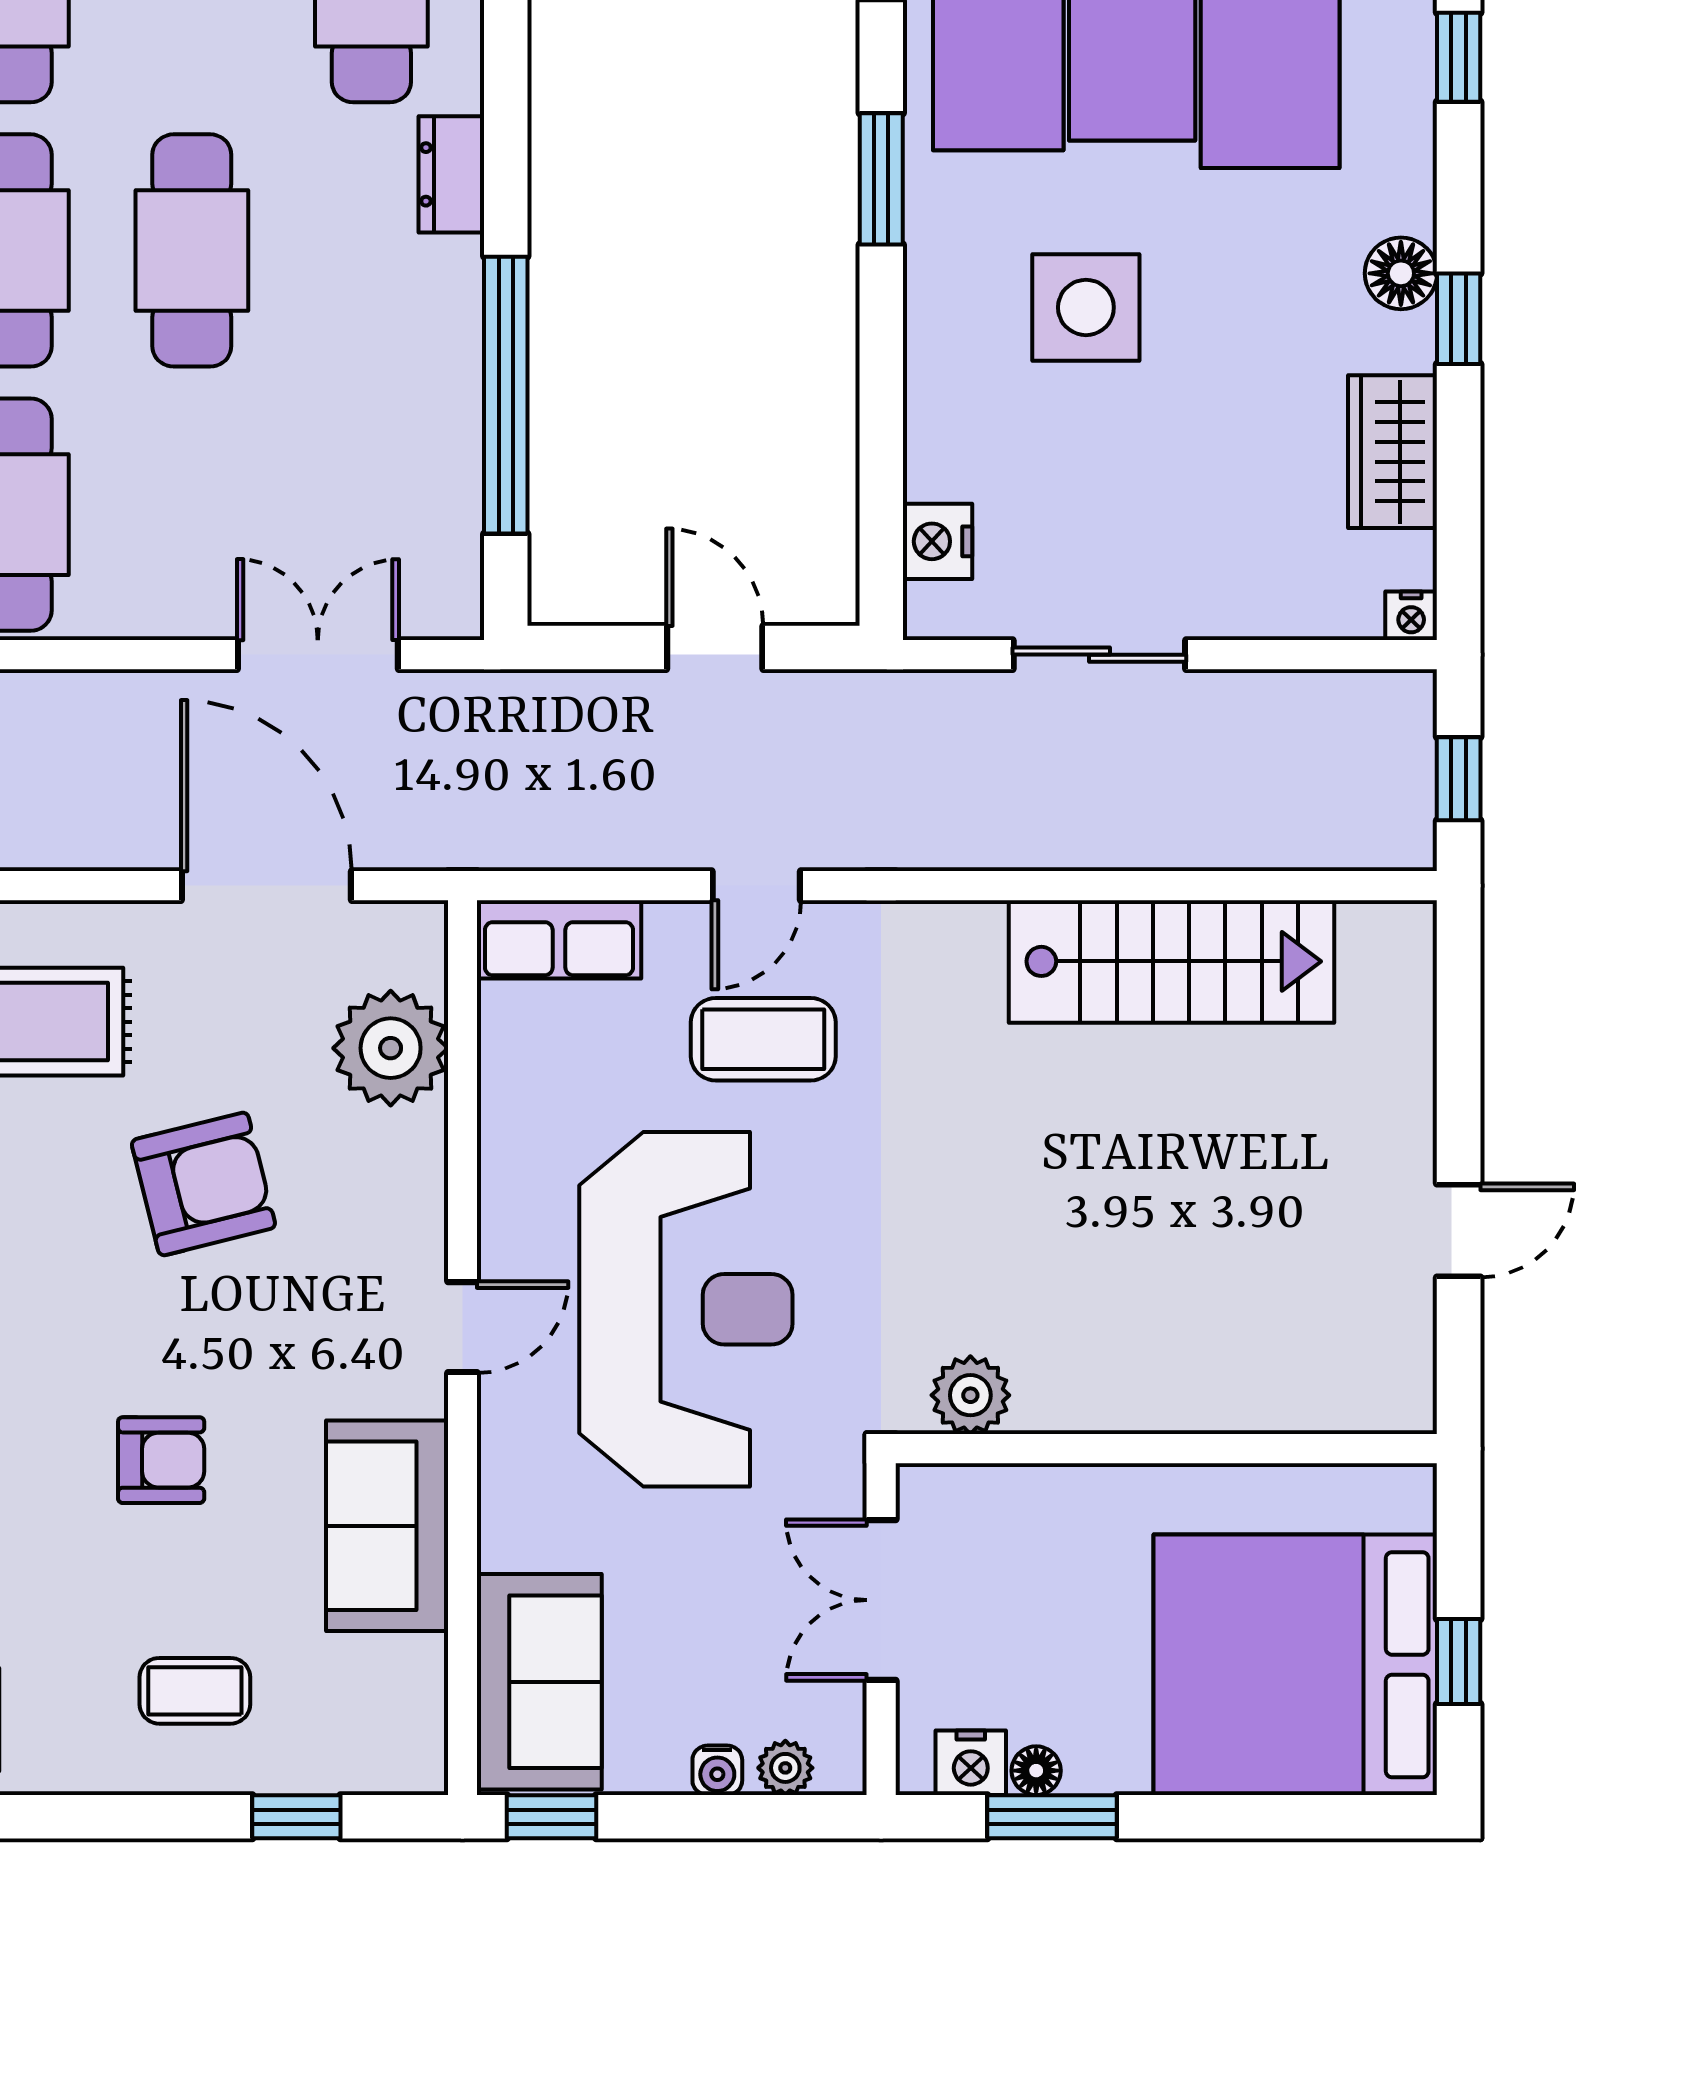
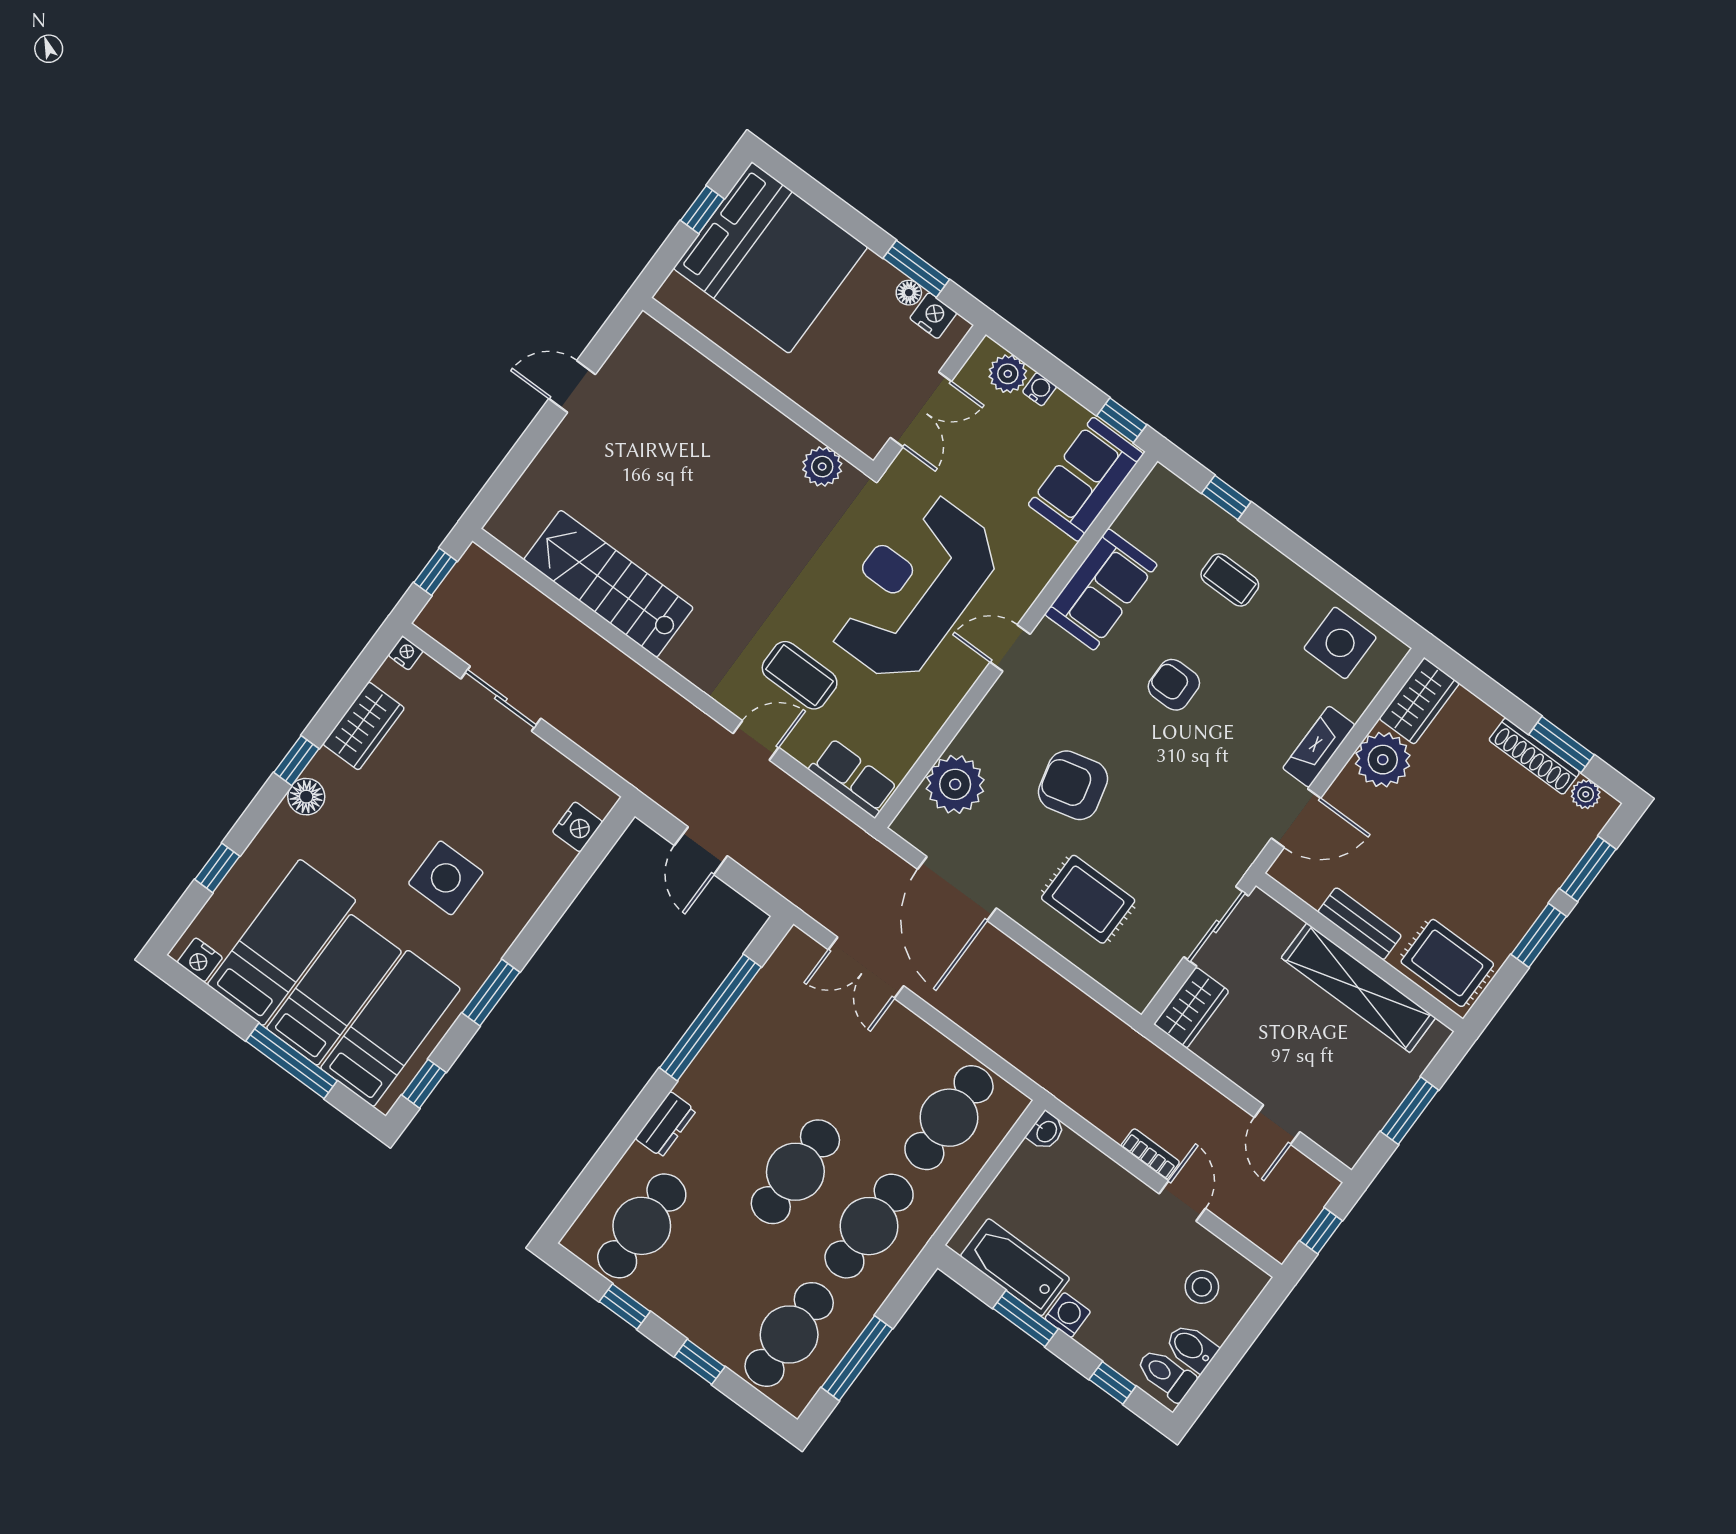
sliding door: (1099, 655) -> (501, 699), moved
plant: (785, 1768) -> (1008, 374), width x1.38, depth x1.38

